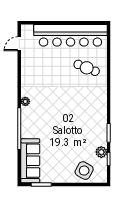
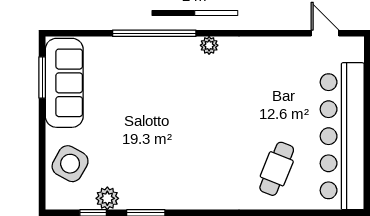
sofa: (30, 161) -> (64, 83), moved, turned -90

